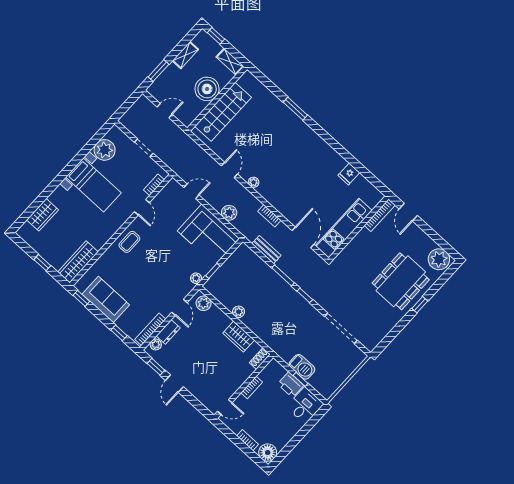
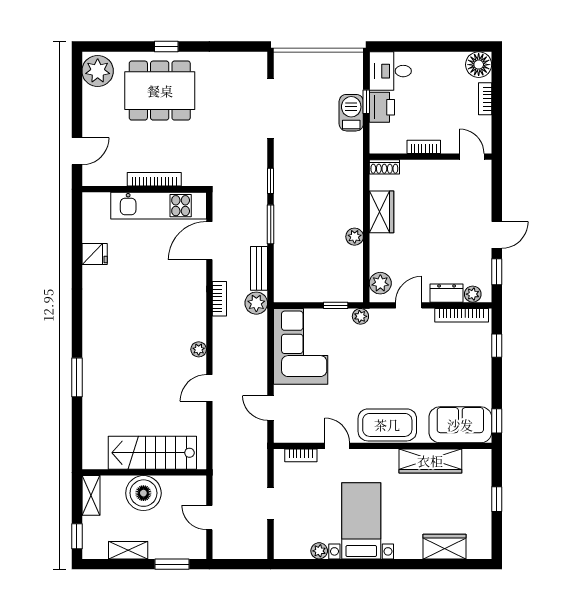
plant: (105, 150) -> (319, 551), width x0.53, depth x0.53
door: (142, 207) -> (337, 446), hinge flipped
plant: (229, 213) -> (256, 303), moved
bookcase: (380, 215) -> (154, 179), moved
coffee table: (129, 242) -> (387, 425), width x1.86, depth x1.72
wardrobe: (78, 262) -> (430, 461), moved
sofa: (106, 300) -> (460, 425), moved, turned 90

